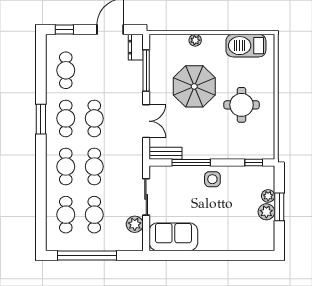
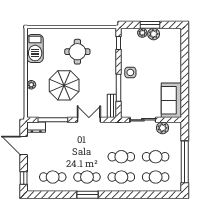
cafe table: (94, 118) -> (87, 157), removed

